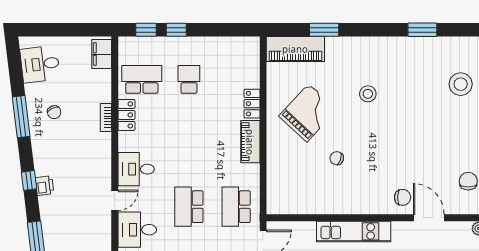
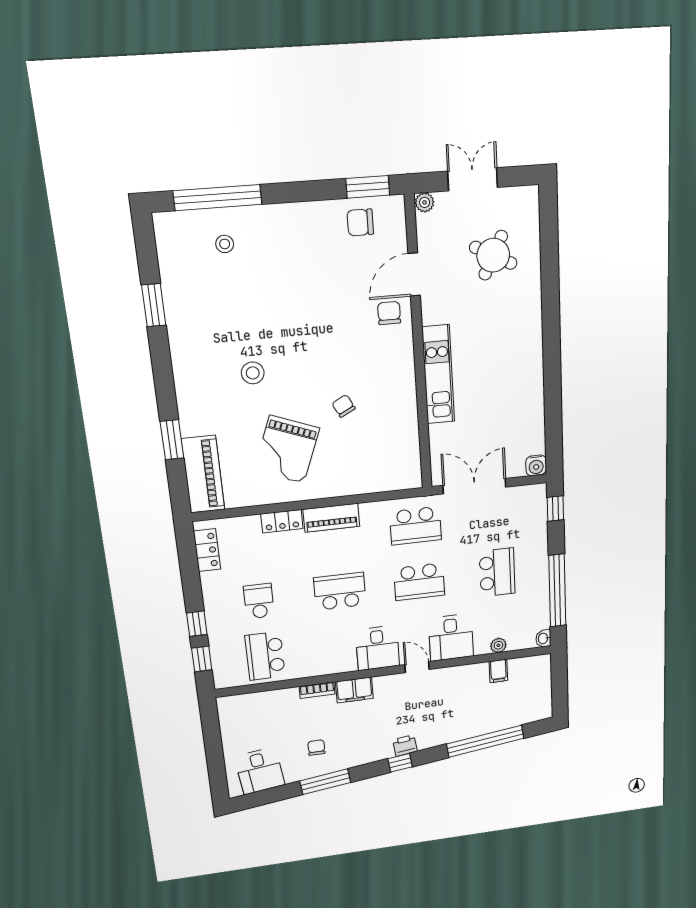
filing cabinet: (102, 54) -> (354, 690), moved
school desk: (189, 79) -> (259, 601), turned 90
stool: (461, 84) -> (225, 244), width x0.53, depth x0.53
chair: (54, 112) -> (316, 748), turned -67
grand piano: (308, 113) -> (287, 449), turned -112
locker: (126, 115) -> (207, 550), moved, turned 90
school desk: (189, 143) -> (340, 591), added
chair: (337, 158) -> (344, 406), turned 134

